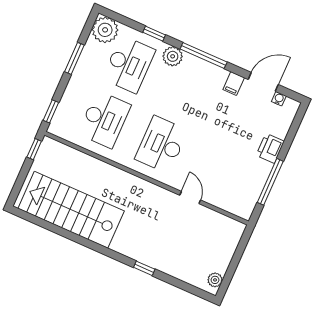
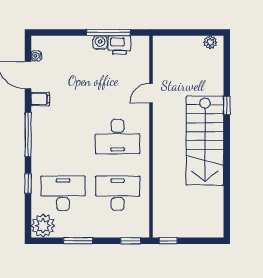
plant: (173, 56) -> (40, 160), removed
printer: (270, 148) -> (119, 45), moved
water cooler: (264, 169) -> (100, 43), added
stairs: (71, 210) -> (205, 141), moved

